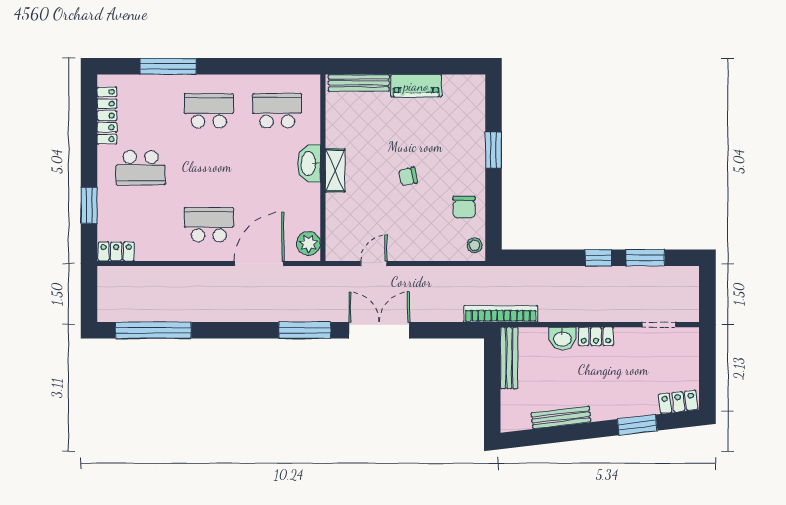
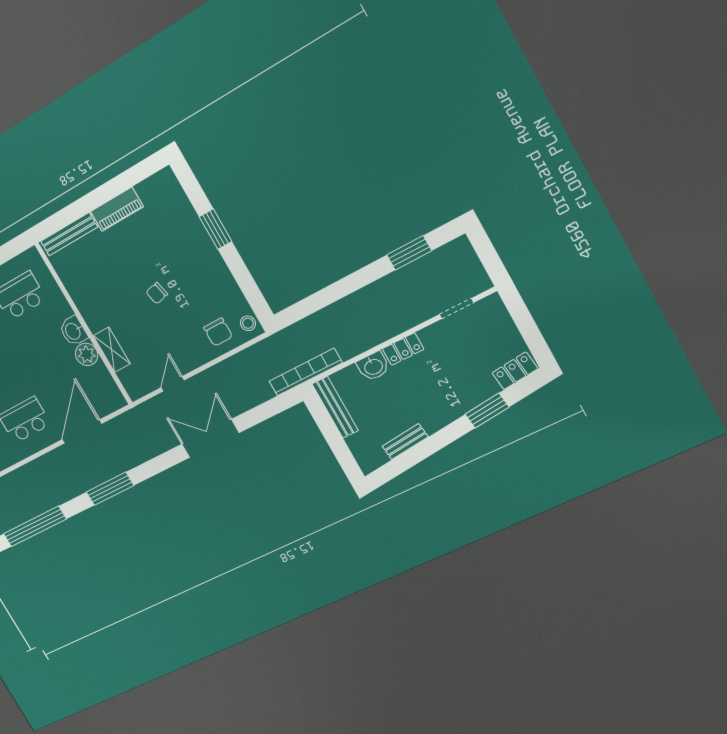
washbasin: (309, 164) -> (73, 331), width x0.72
shelving: (335, 170) -> (112, 350), moved
chair: (464, 207) -> (218, 332), moved
plant: (309, 243) -> (87, 354), moved
window: (598, 258) -> (365, 276), removed
window: (305, 330) -> (110, 489), moved
bench: (561, 417) -> (405, 442), width x0.73

